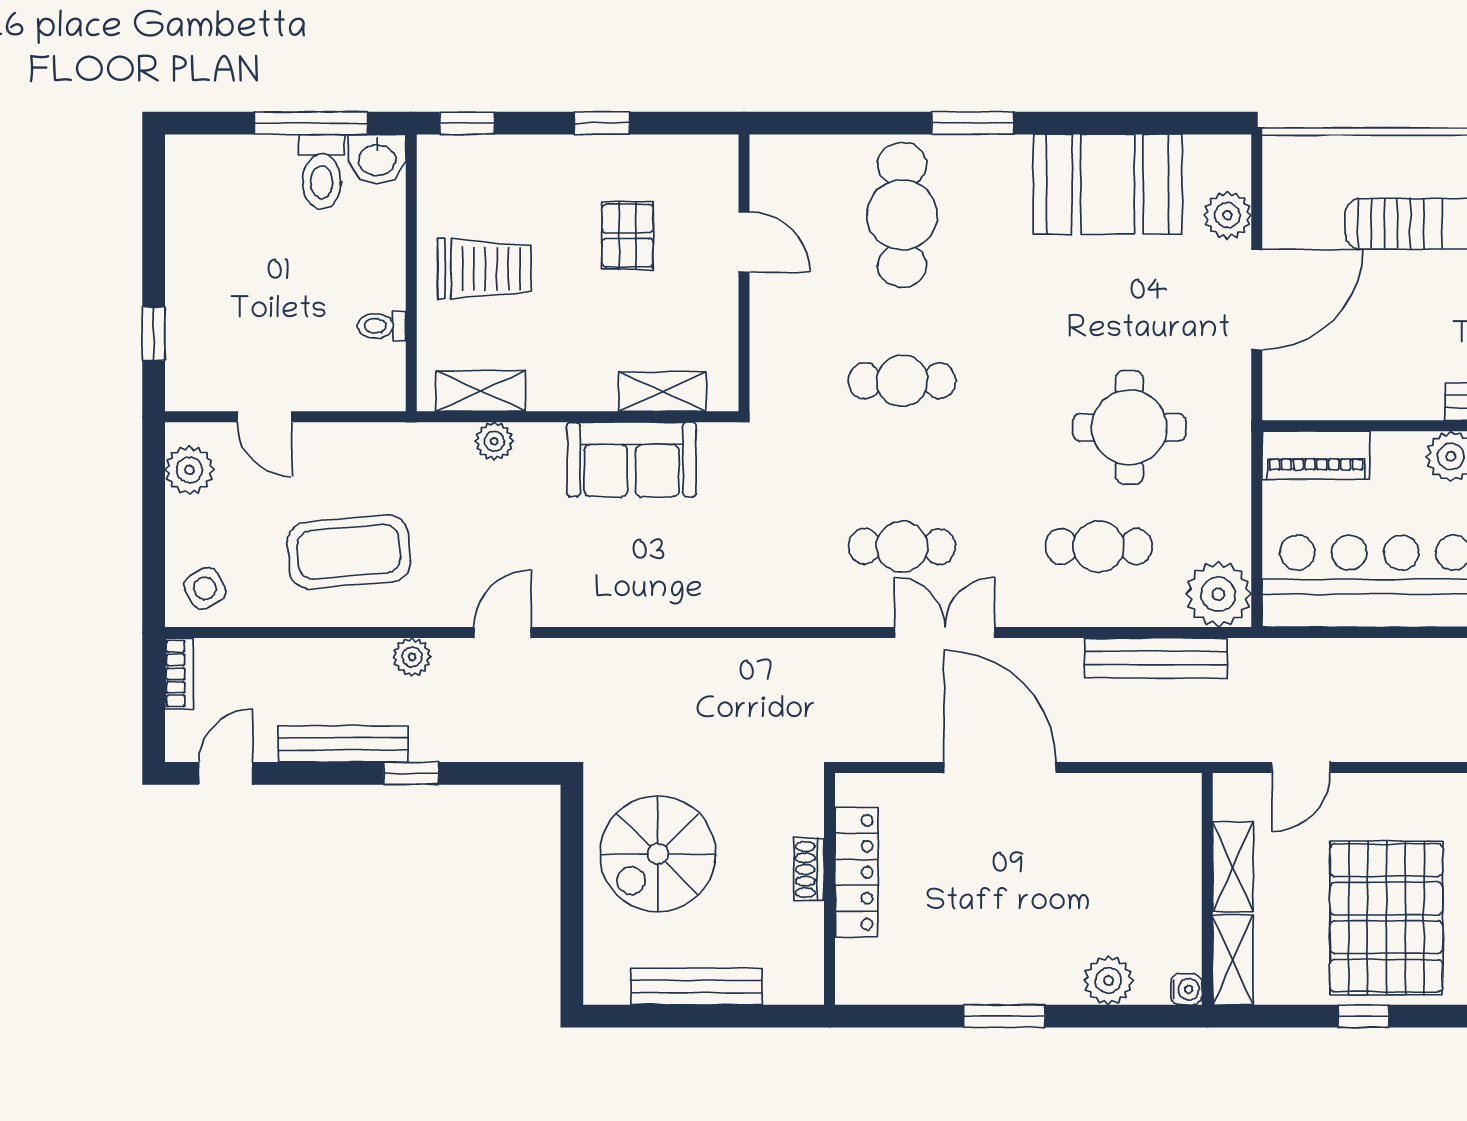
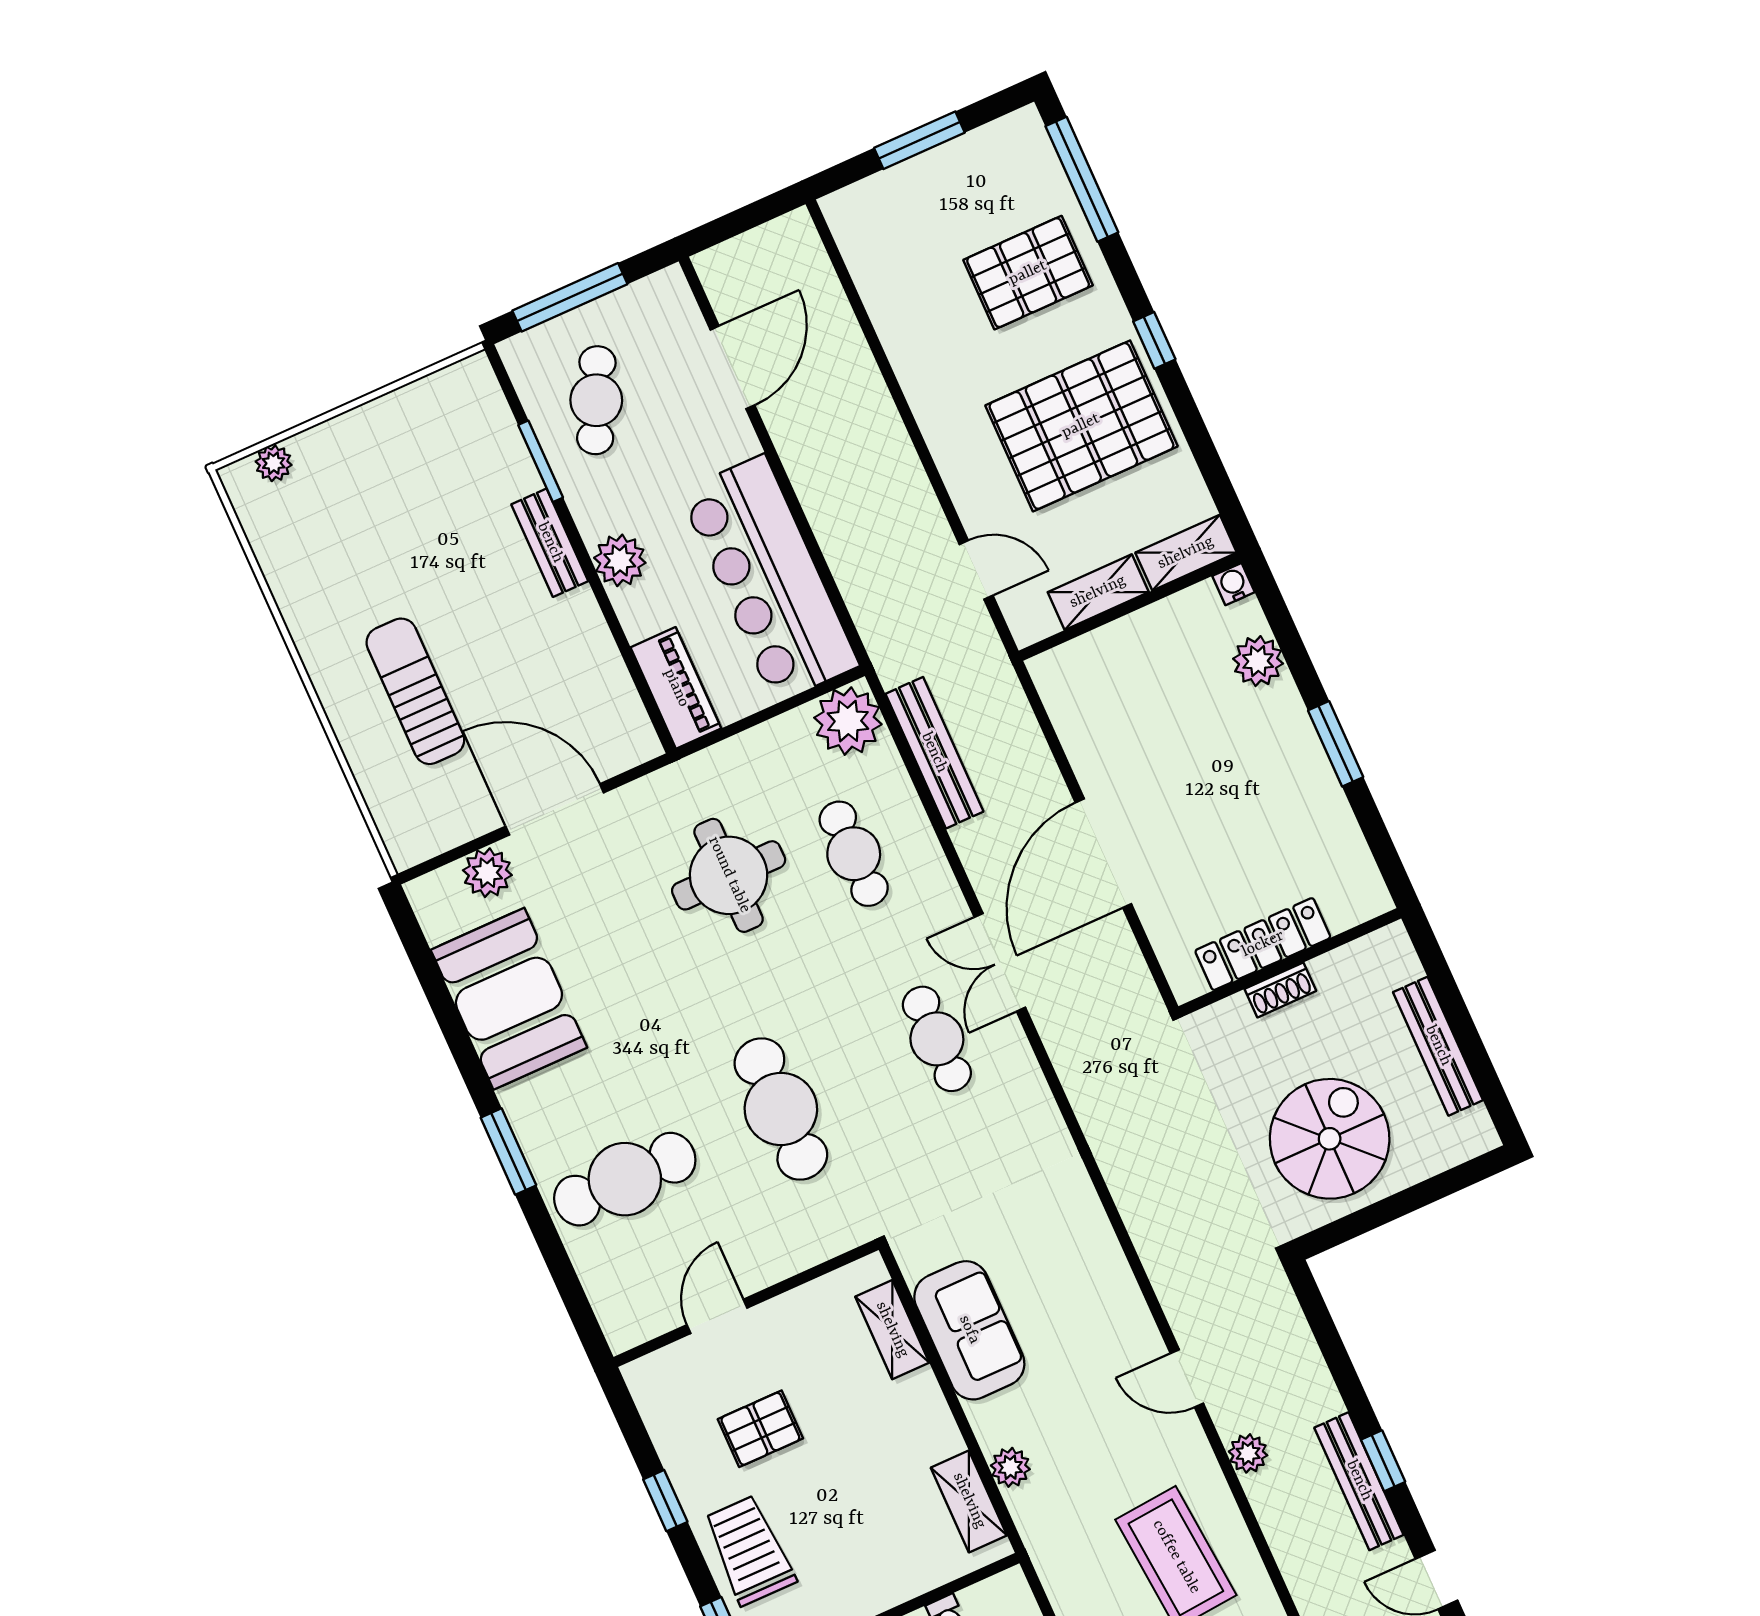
trolley: (485, 269) -> (749, 1550), moved
cafe table: (902, 381) -> (781, 1109), width x1.37, depth x1.35
window: (411, 773) -> (1383, 1461), moved
spiral stairs: (658, 854) -> (1330, 1139), turned -90
window: (1364, 1016) -> (1154, 340), moved

